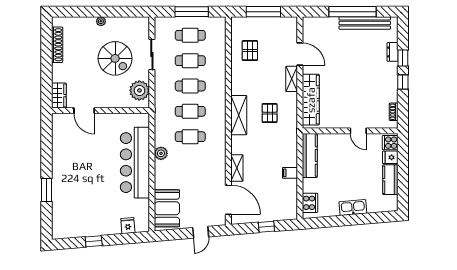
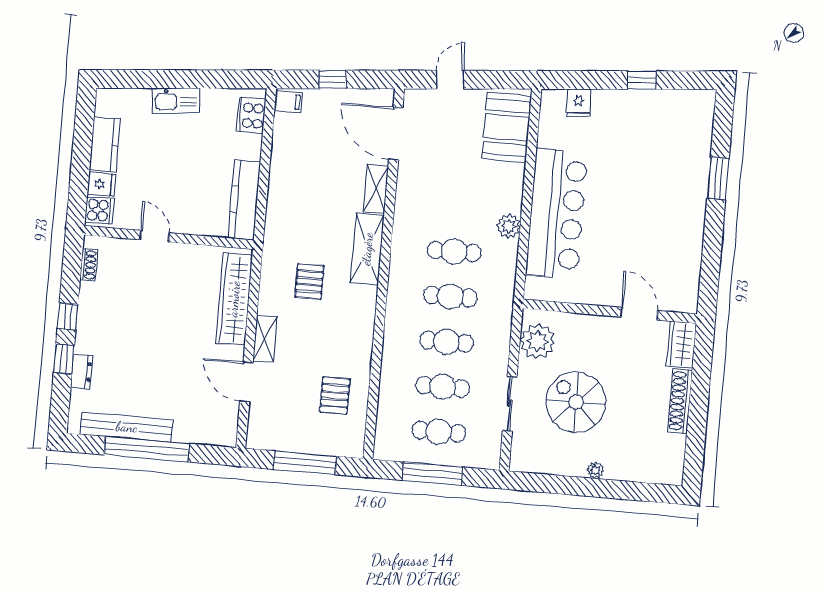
shoe rack: (57, 45) -> (680, 401), moved
shelving: (239, 115) -> (367, 249), moved
filing cabinet: (290, 173) -> (288, 101), moved

